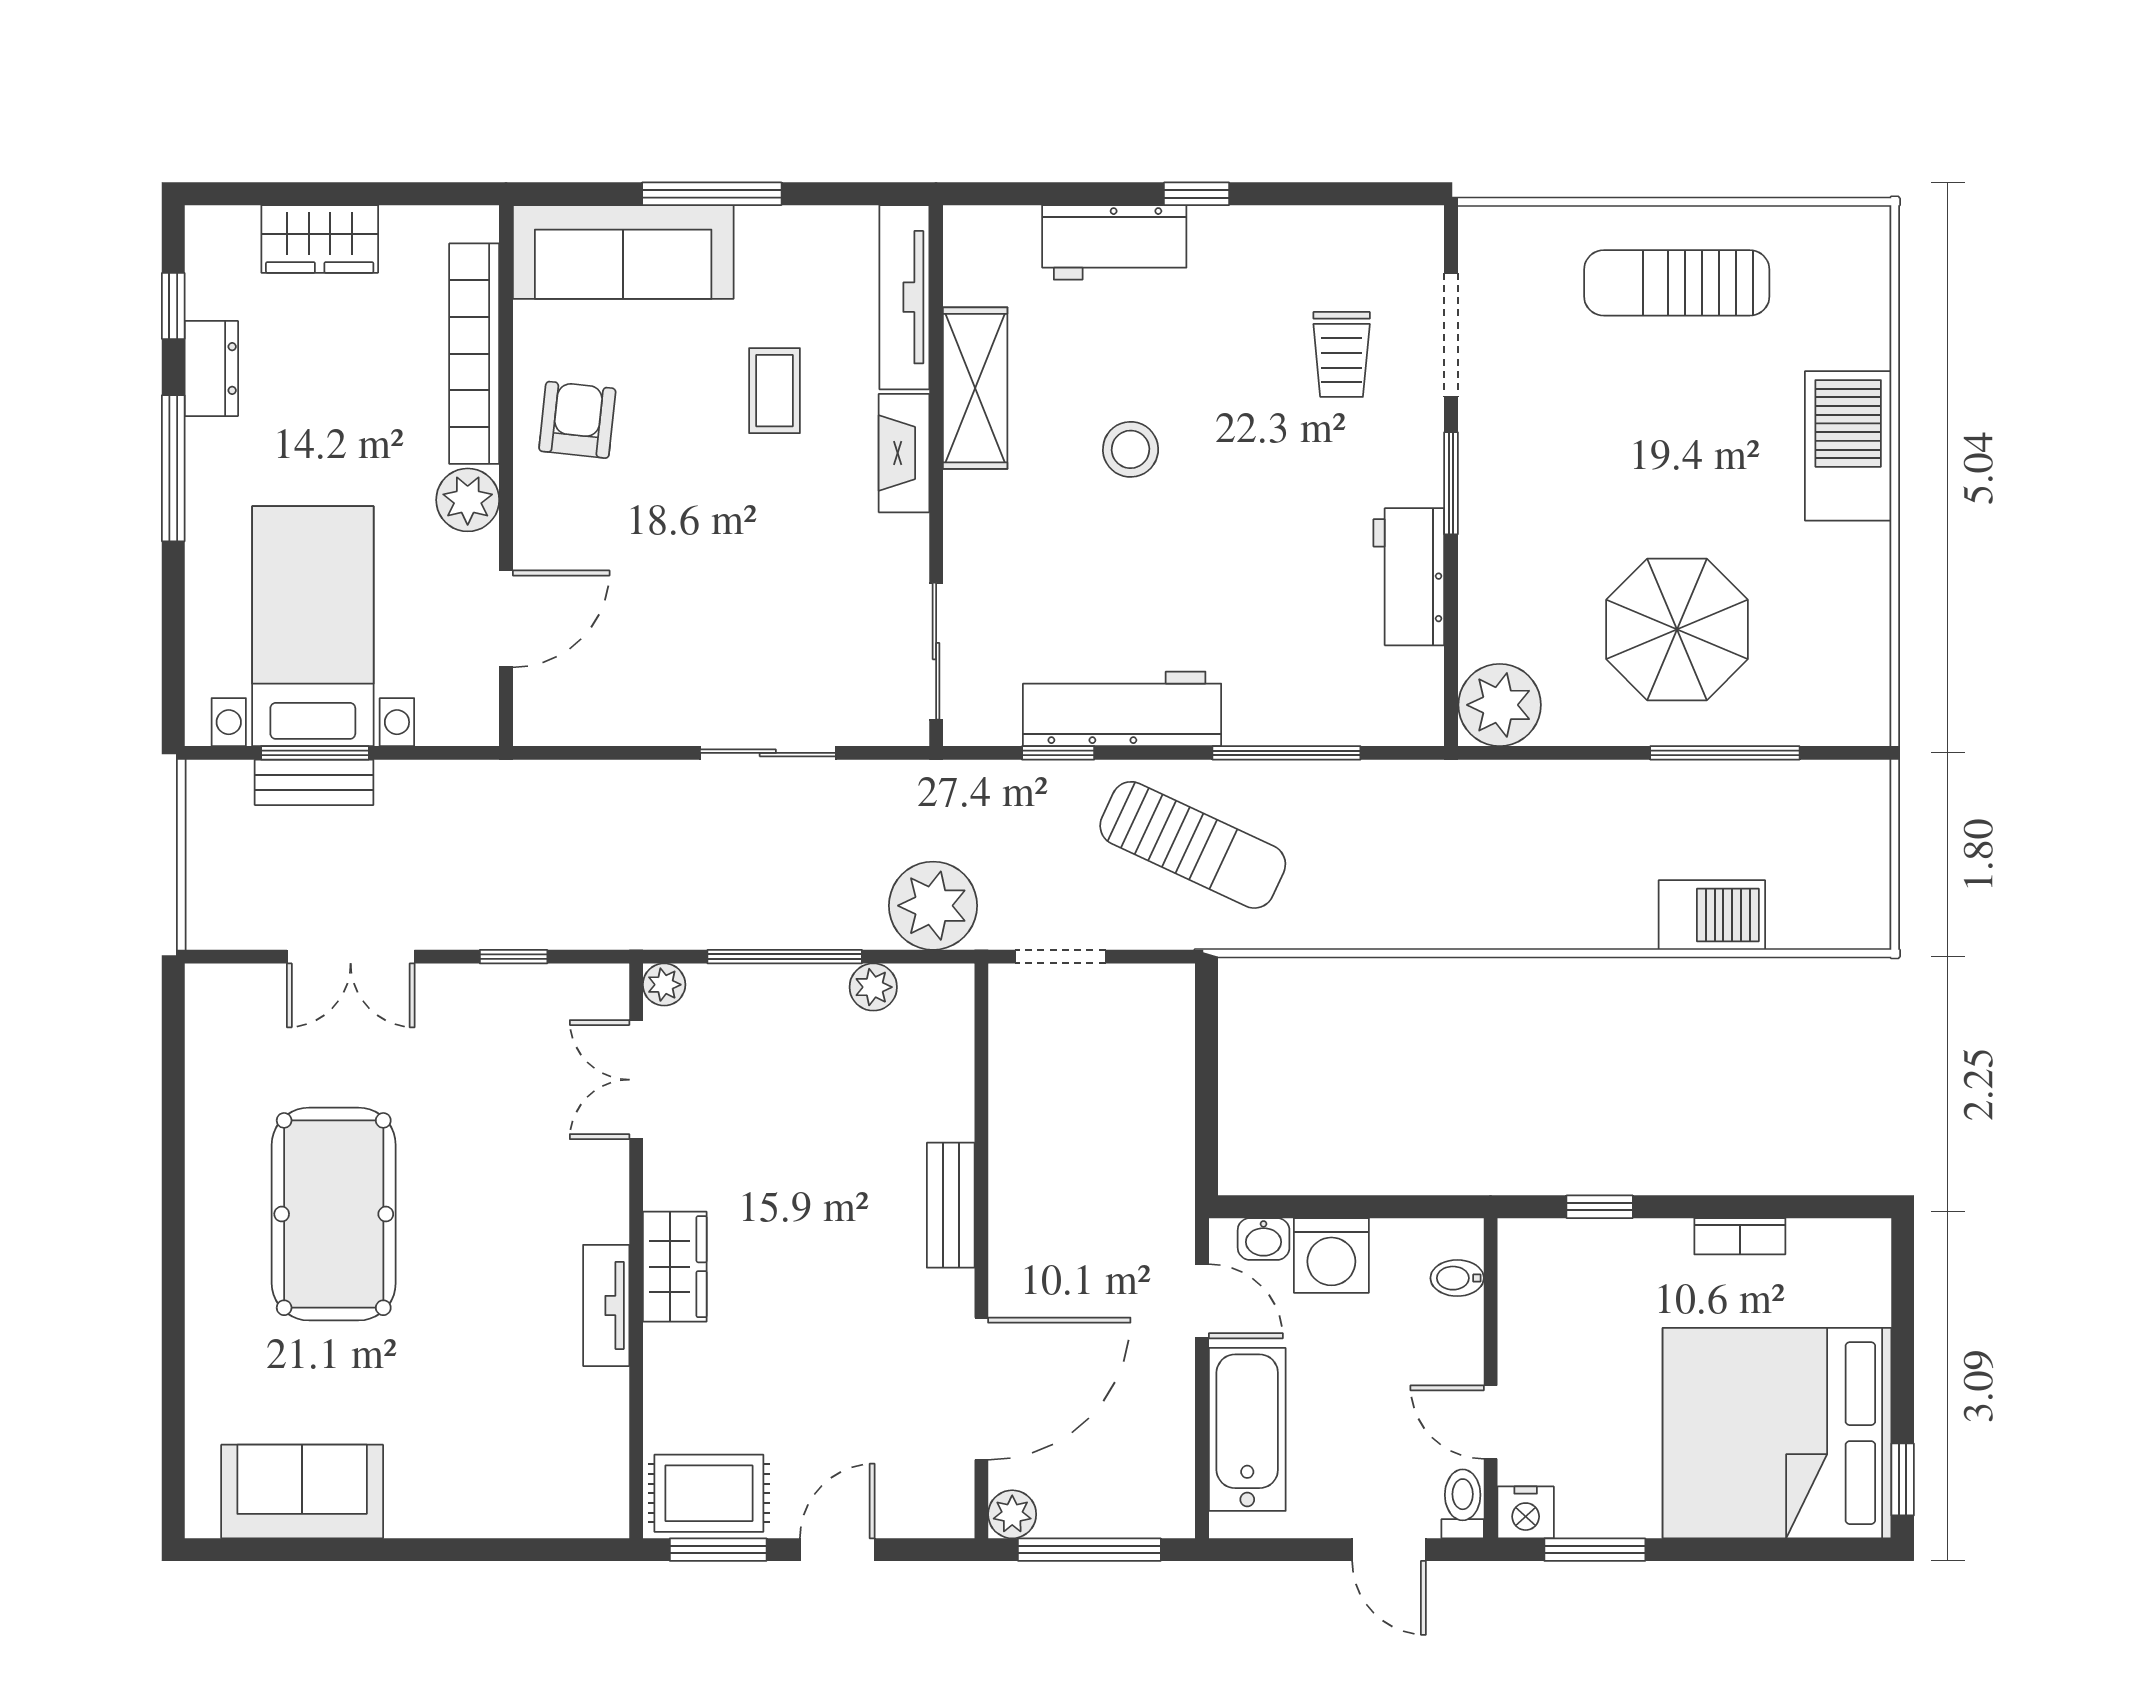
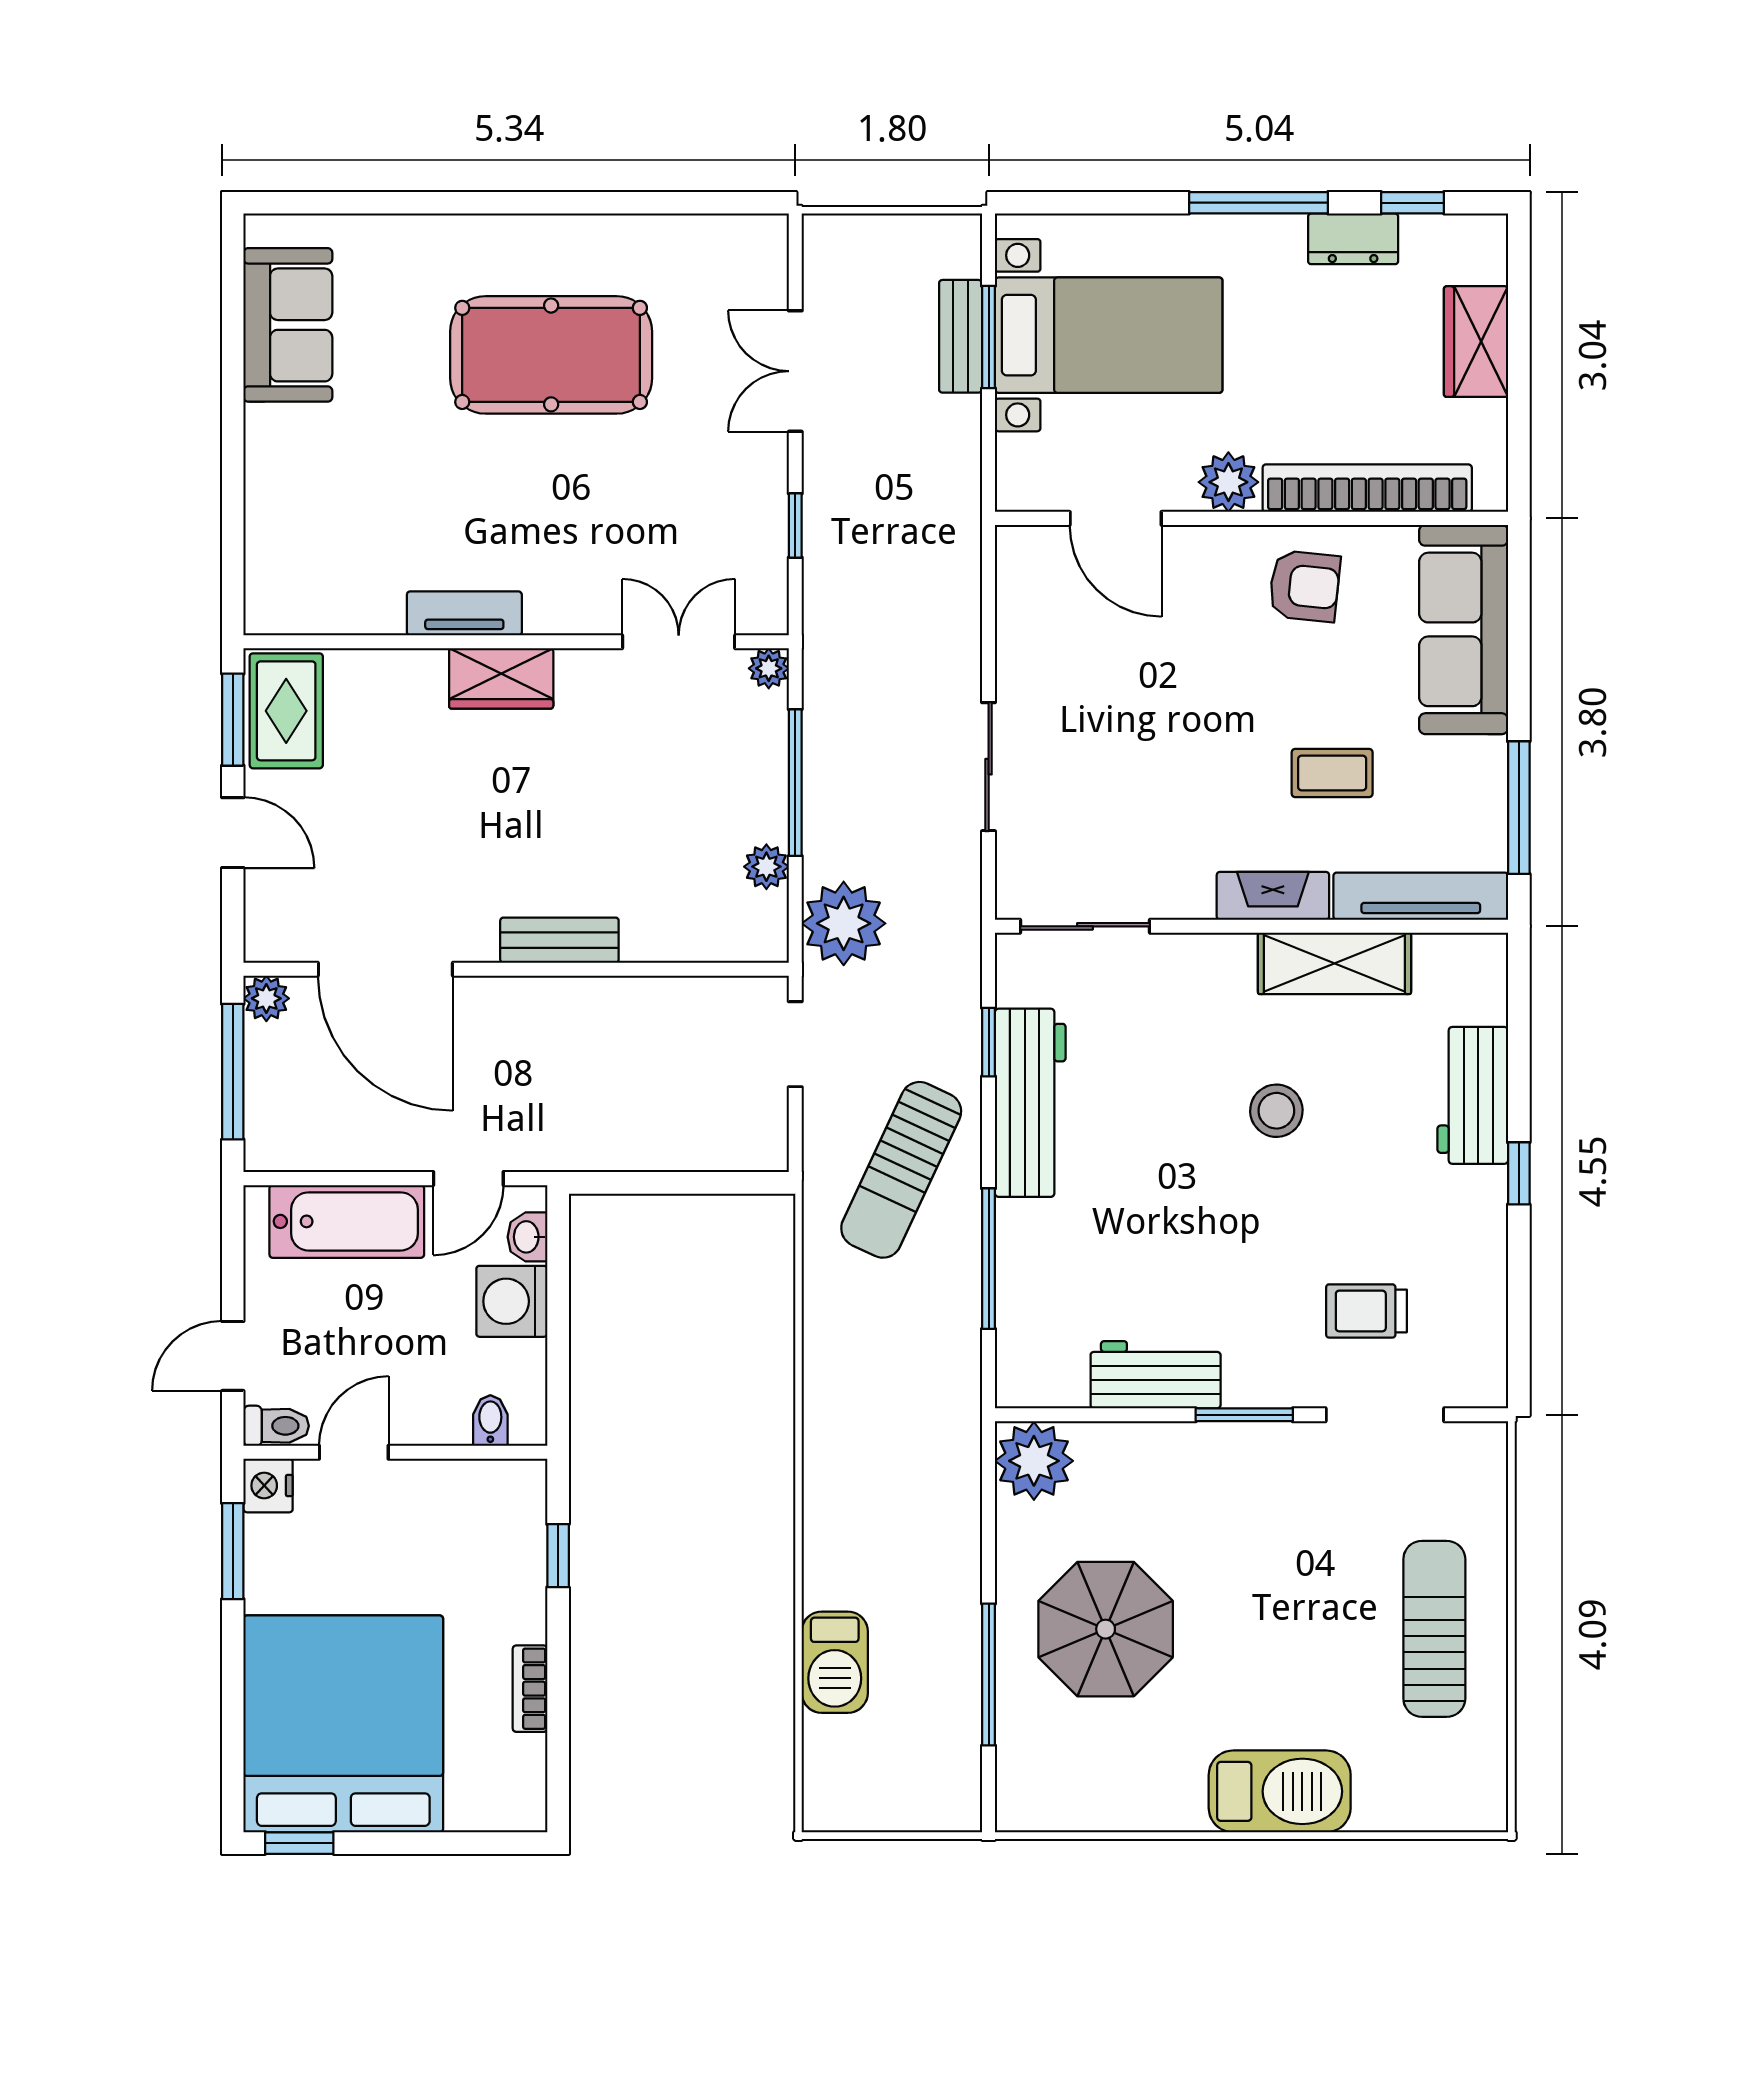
window: (712, 194) -> (1519, 808), moved

